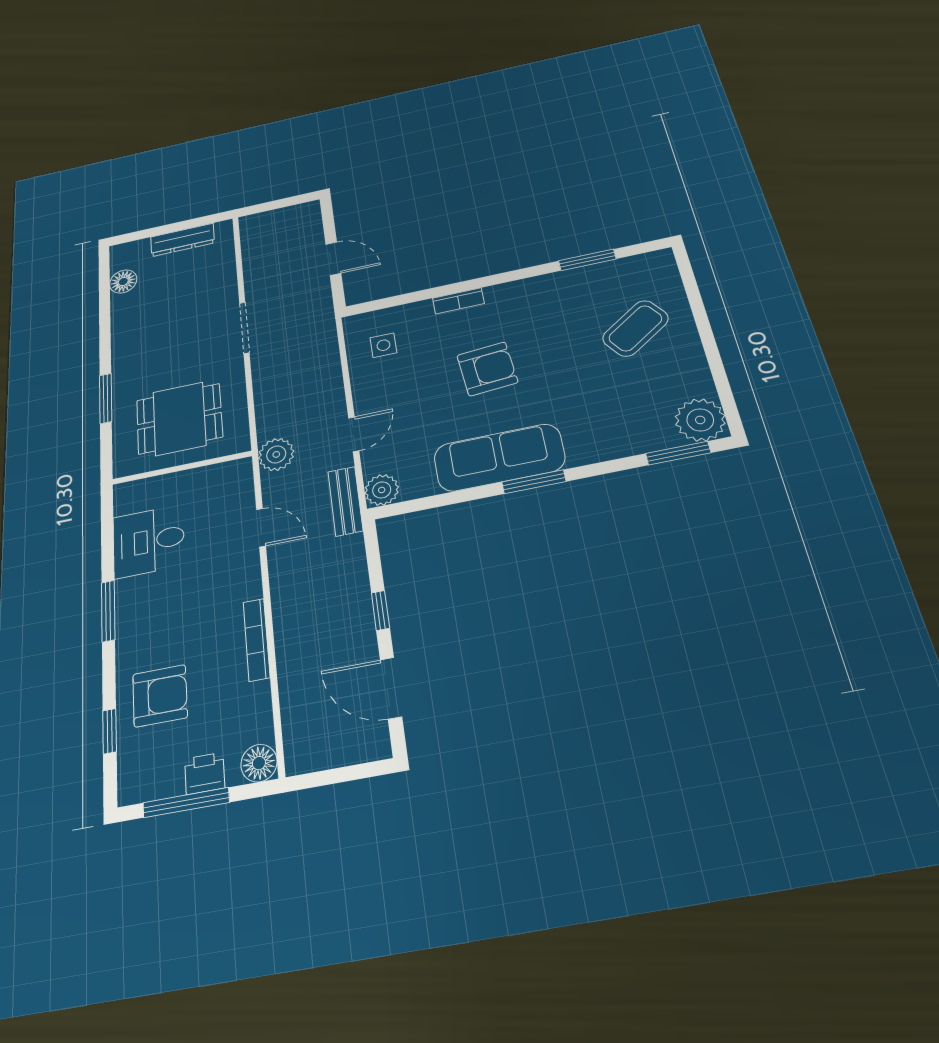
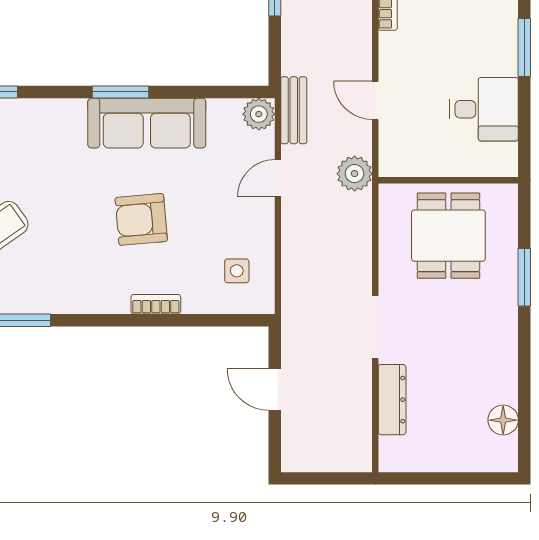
dresser: (182, 240) -> (392, 400), moved, turned 90
dining table: (179, 419) -> (448, 236), turned 90

